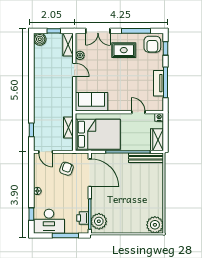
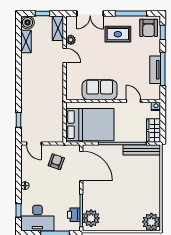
sofa: (92, 102) -> (100, 90), moved
shelving: (68, 127) -> (26, 41), moved

